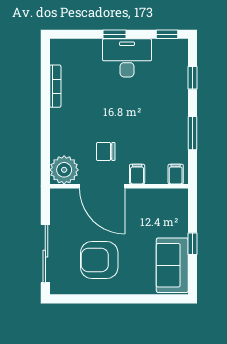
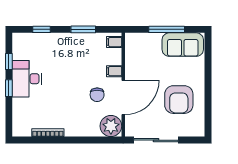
window: (167, 34) -> (9, 62), moved
window: (193, 244) -> (167, 29), width x2.17
sliding door: (45, 254) -> (156, 140), moved

